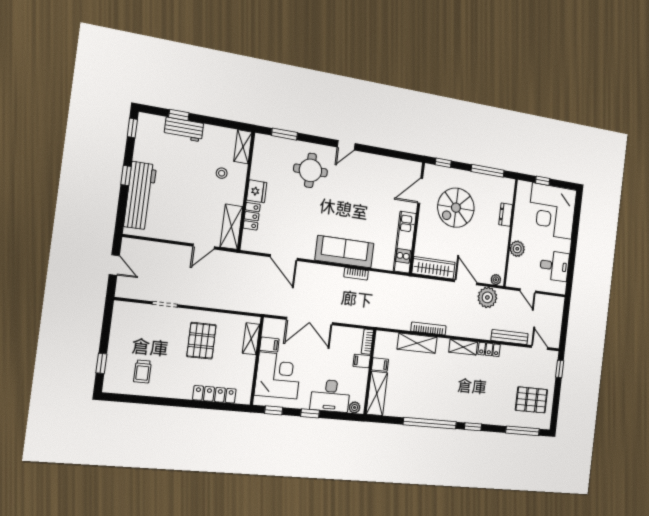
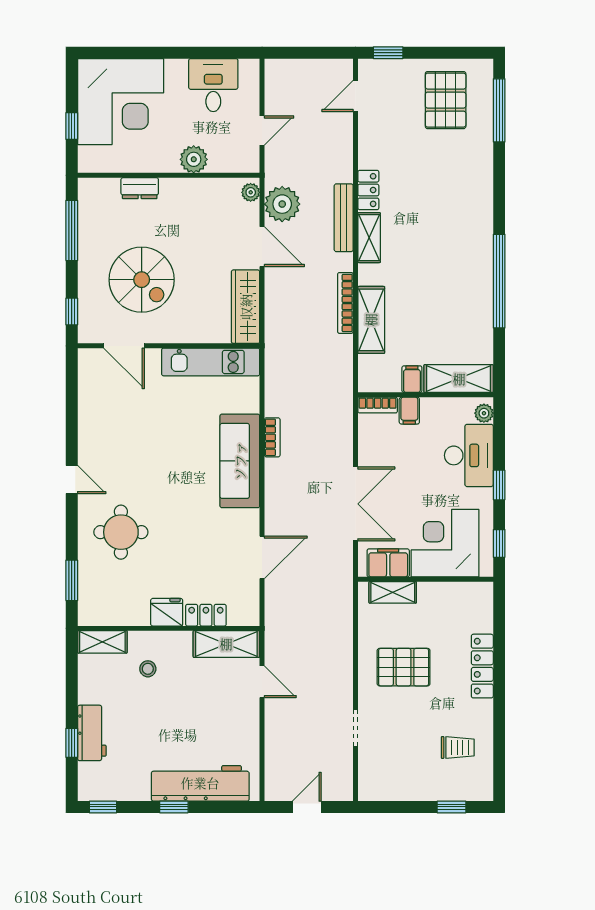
door: (466, 282) -> (262, 247), swing flipped
bench: (510, 337) -> (344, 218), moved
filing cabinet: (269, 345) -> (388, 563), width x2.00
locker: (214, 394) -> (482, 666), moved
window: (473, 427) -> (499, 203), removed

